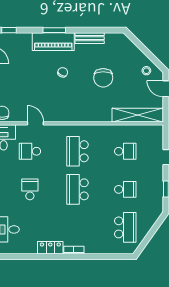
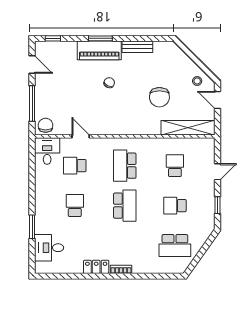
chair: (103, 78) -> (159, 97), moved
school desk: (125, 151) -> (175, 166), turned -90
school desk: (78, 189) -> (125, 206), turned 180
school desk: (125, 189) -> (175, 206), turned 180
school desk: (125, 227) -> (175, 246), turned 90

